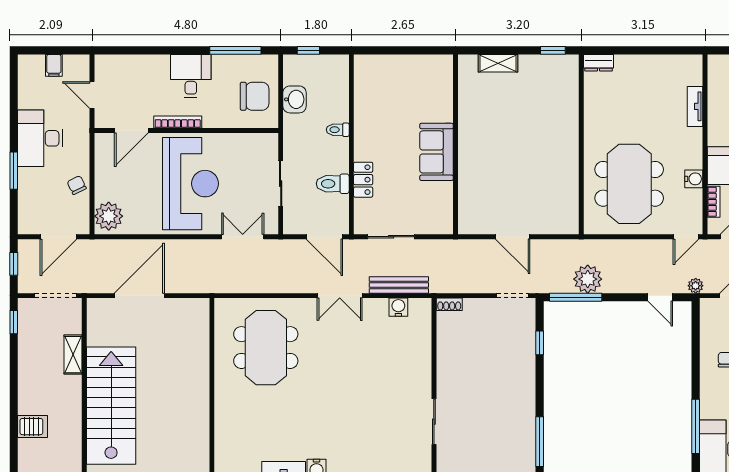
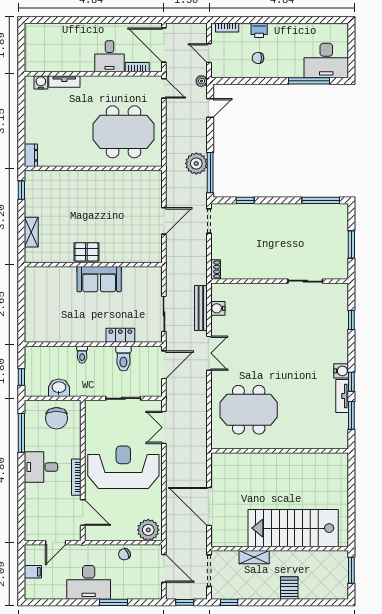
chair: (255, 96) -> (56, 418), turned 180
pallet: (472, 135) -> (86, 252), added
water cooler: (694, 179) -> (41, 82), moved
server rack: (33, 427) -> (289, 588), moved

